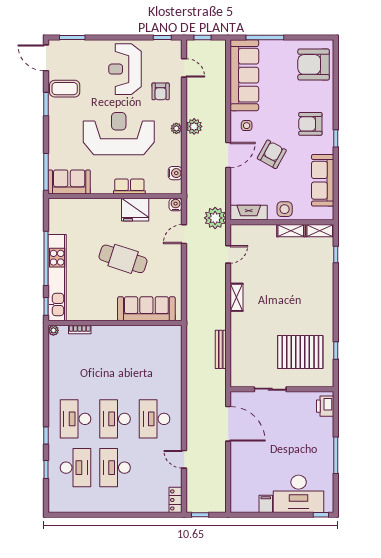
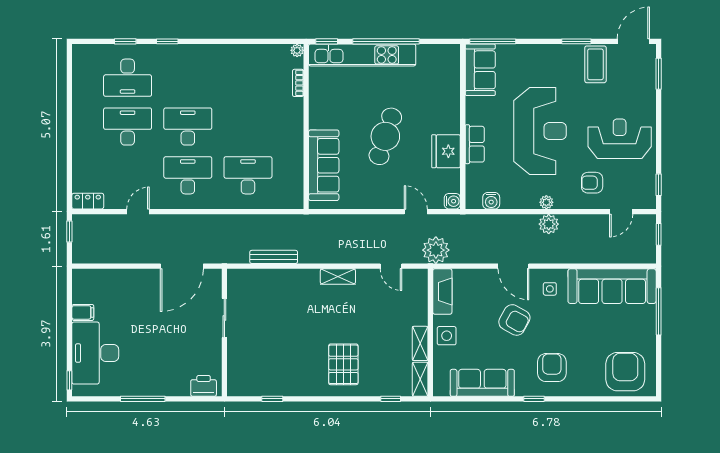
pallet: (300, 352) -> (343, 364), moved, width x0.73, depth x0.71
desk: (75, 419) -> (248, 175), moved

